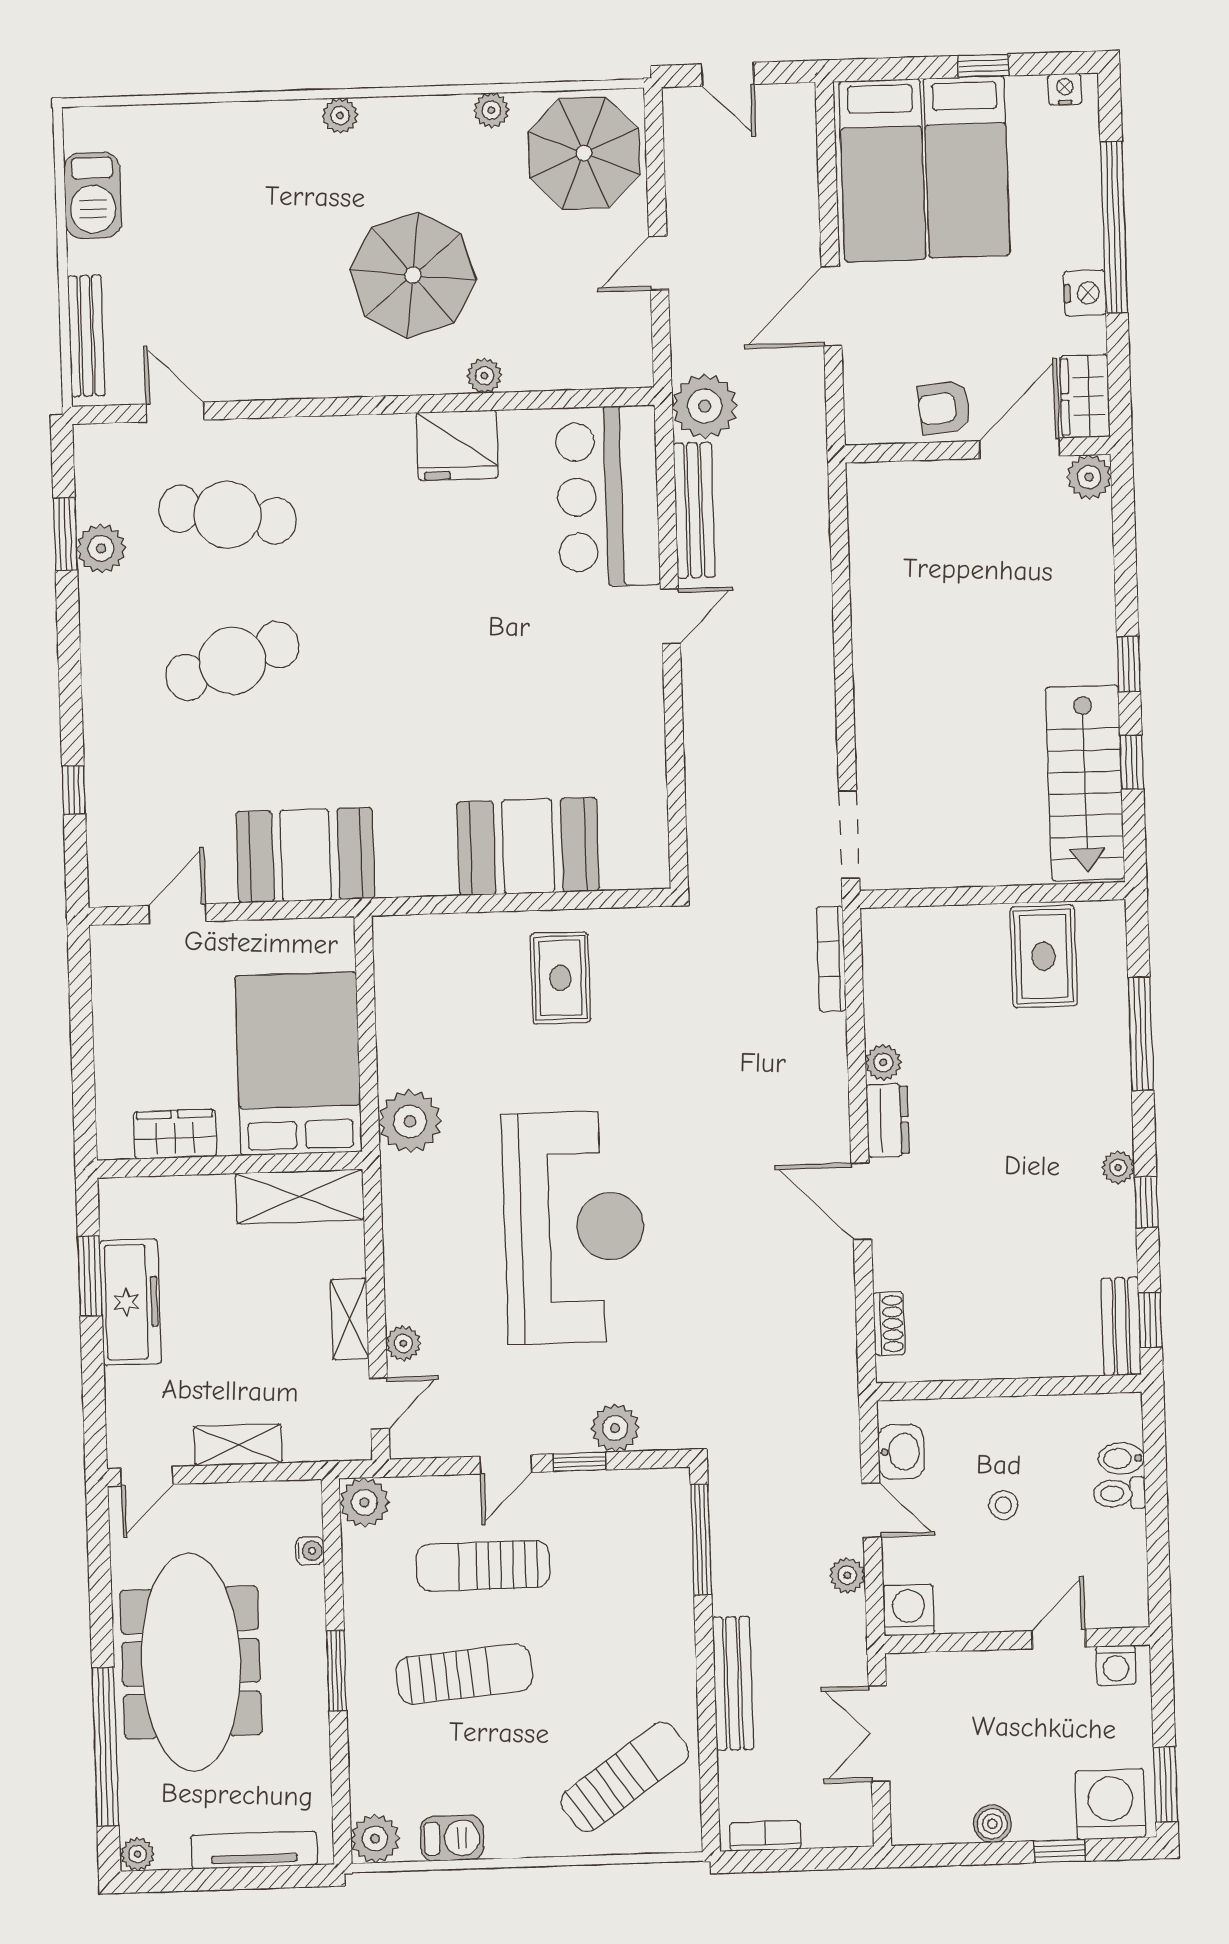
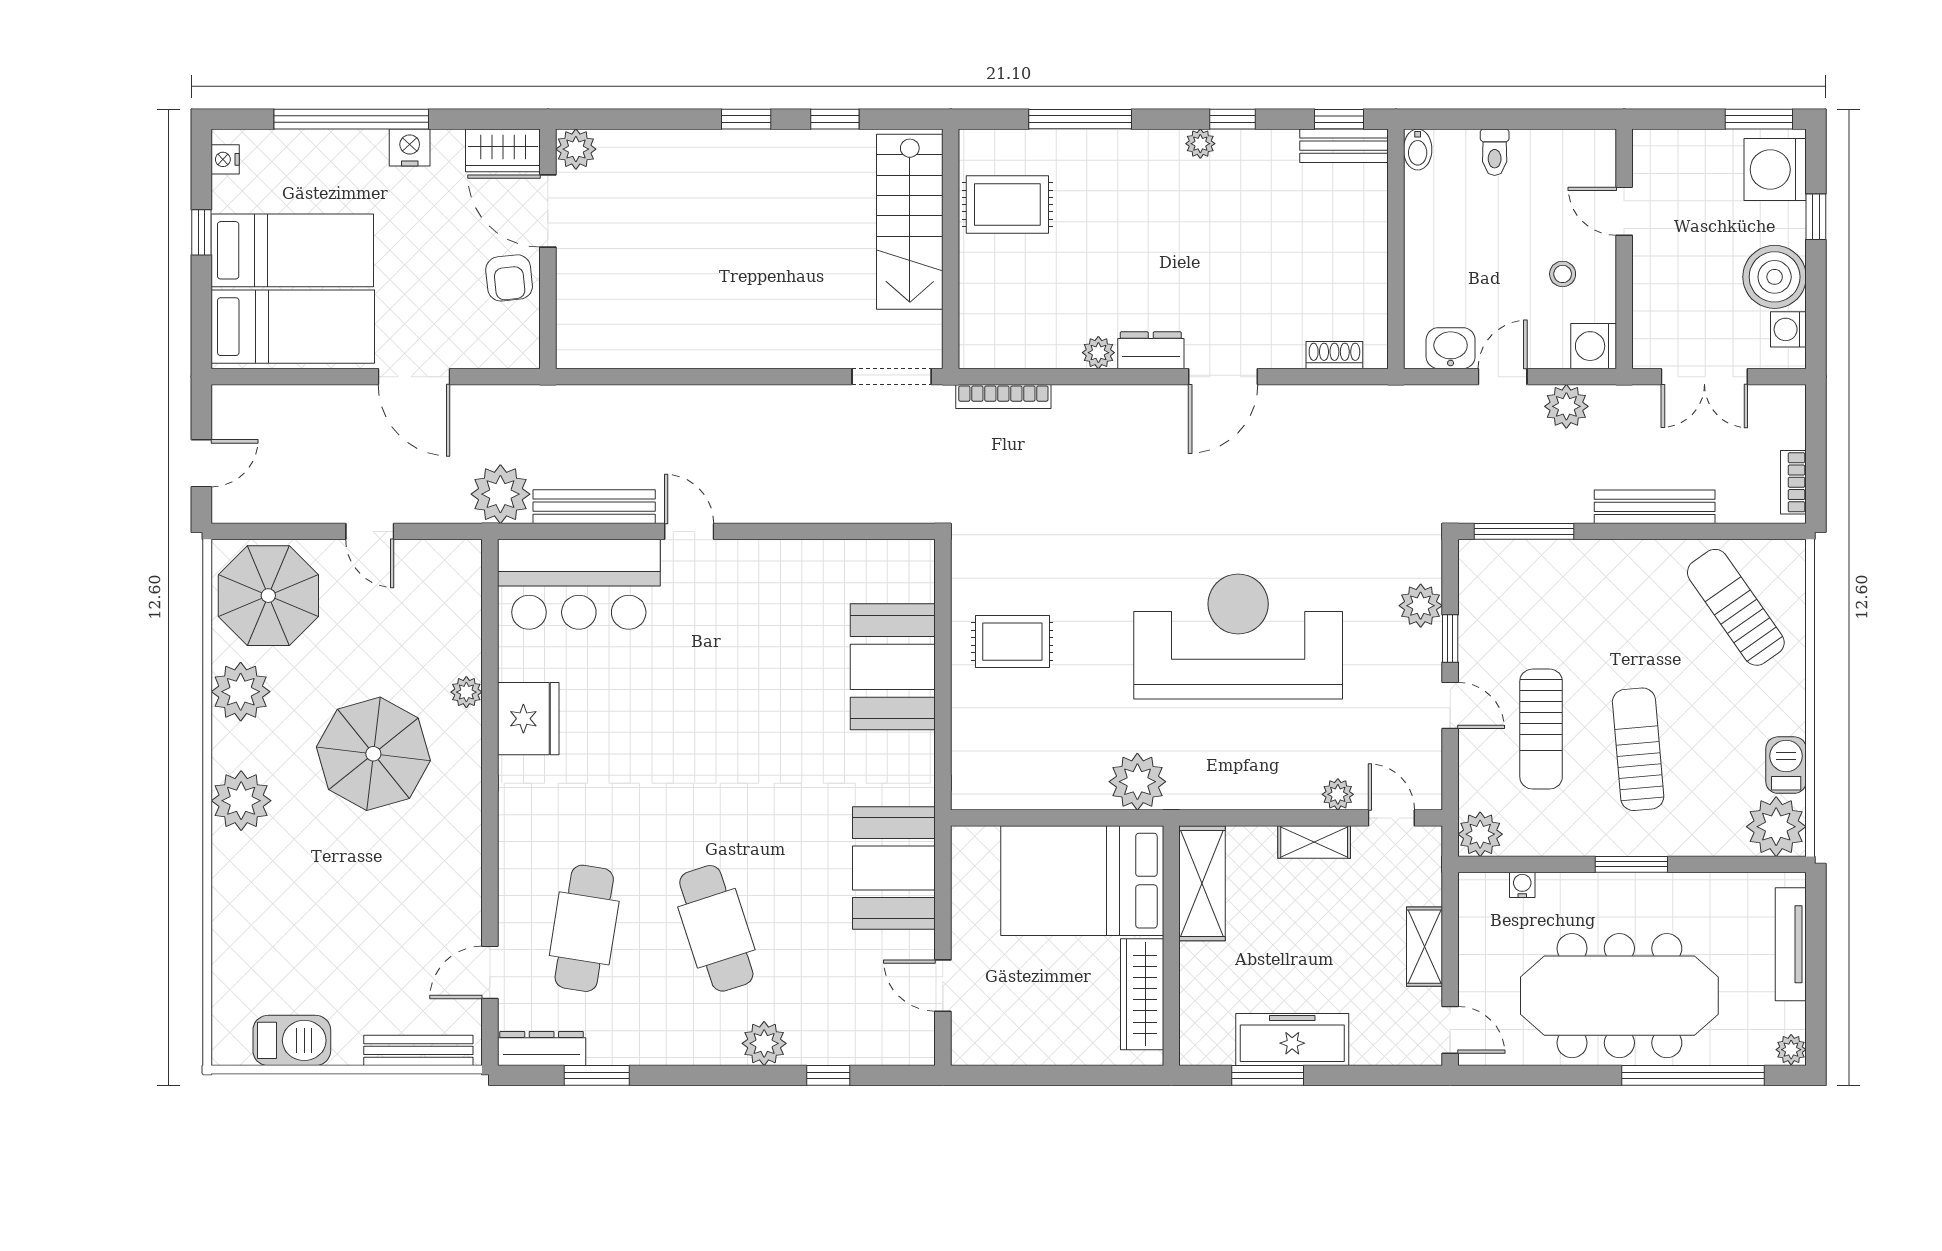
plant: (491, 110) -> (241, 692), width x1.87, depth x1.87
plant: (340, 116) -> (241, 801), width x1.88, depth x1.88
dresser: (93, 472) -> (542, 1049), added
plant: (101, 548) -> (764, 1043), moved
stairs: (1085, 783) -> (910, 222), moved, turned 90
wardrobe: (175, 1134) -> (1142, 994), width x1.50
bidet: (1121, 1458) -> (1418, 149), moved
stool: (1003, 1505) -> (1563, 274), moved
plant: (847, 1575) -> (1566, 406), width x1.38, depth x1.38
washing machine: (1116, 1665) -> (1788, 329), moved, turned 180
boiler: (992, 1824) -> (1775, 277), width x1.86, depth x1.86
plant: (375, 1839) -> (1776, 827), width x1.36, depth x1.36

